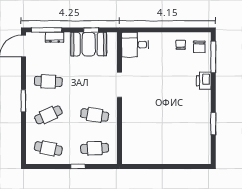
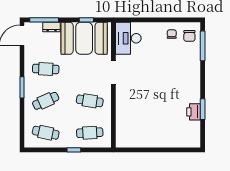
booth: (89, 44) -> (84, 38), width x1.36, depth x1.42
desk: (135, 45) -> (128, 38), width x1.37
printer: (204, 81) -> (194, 112), moved

